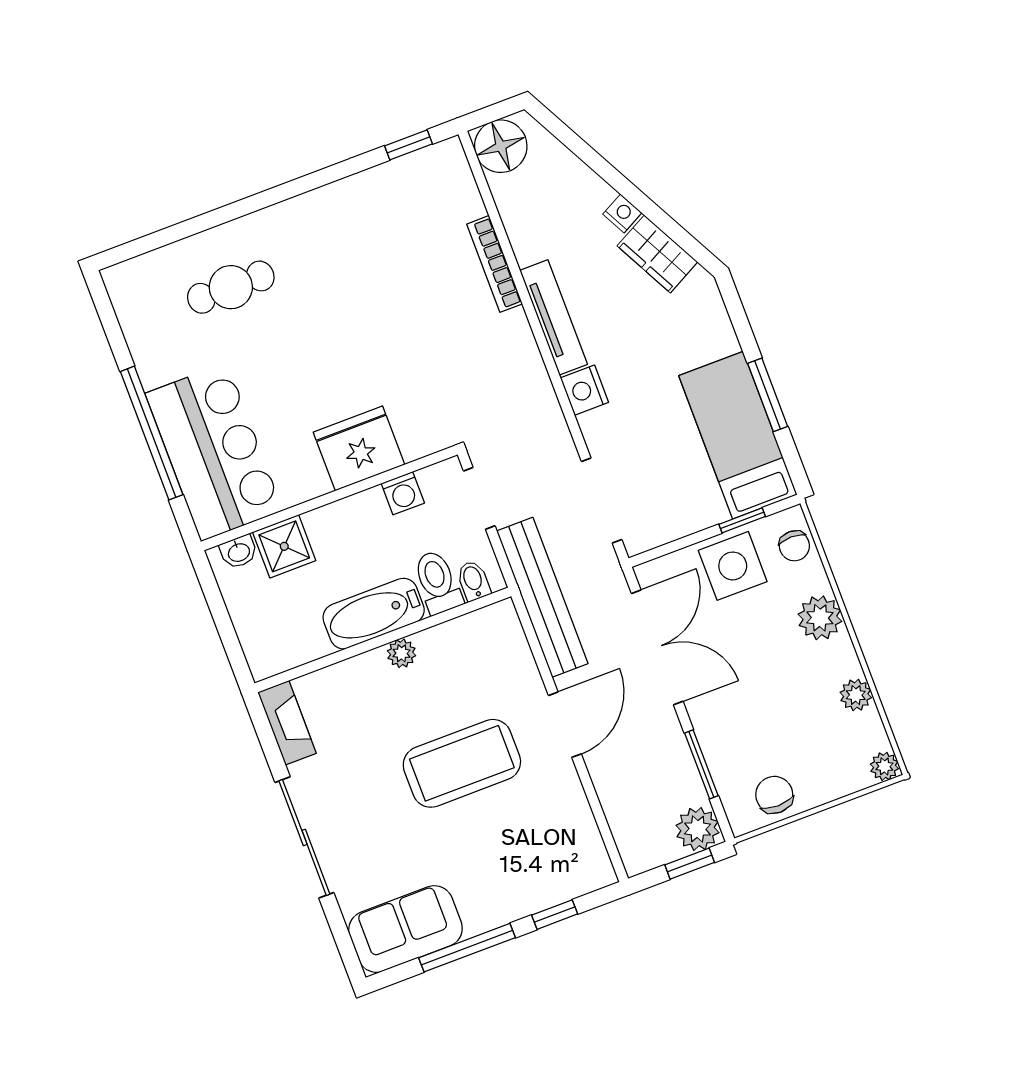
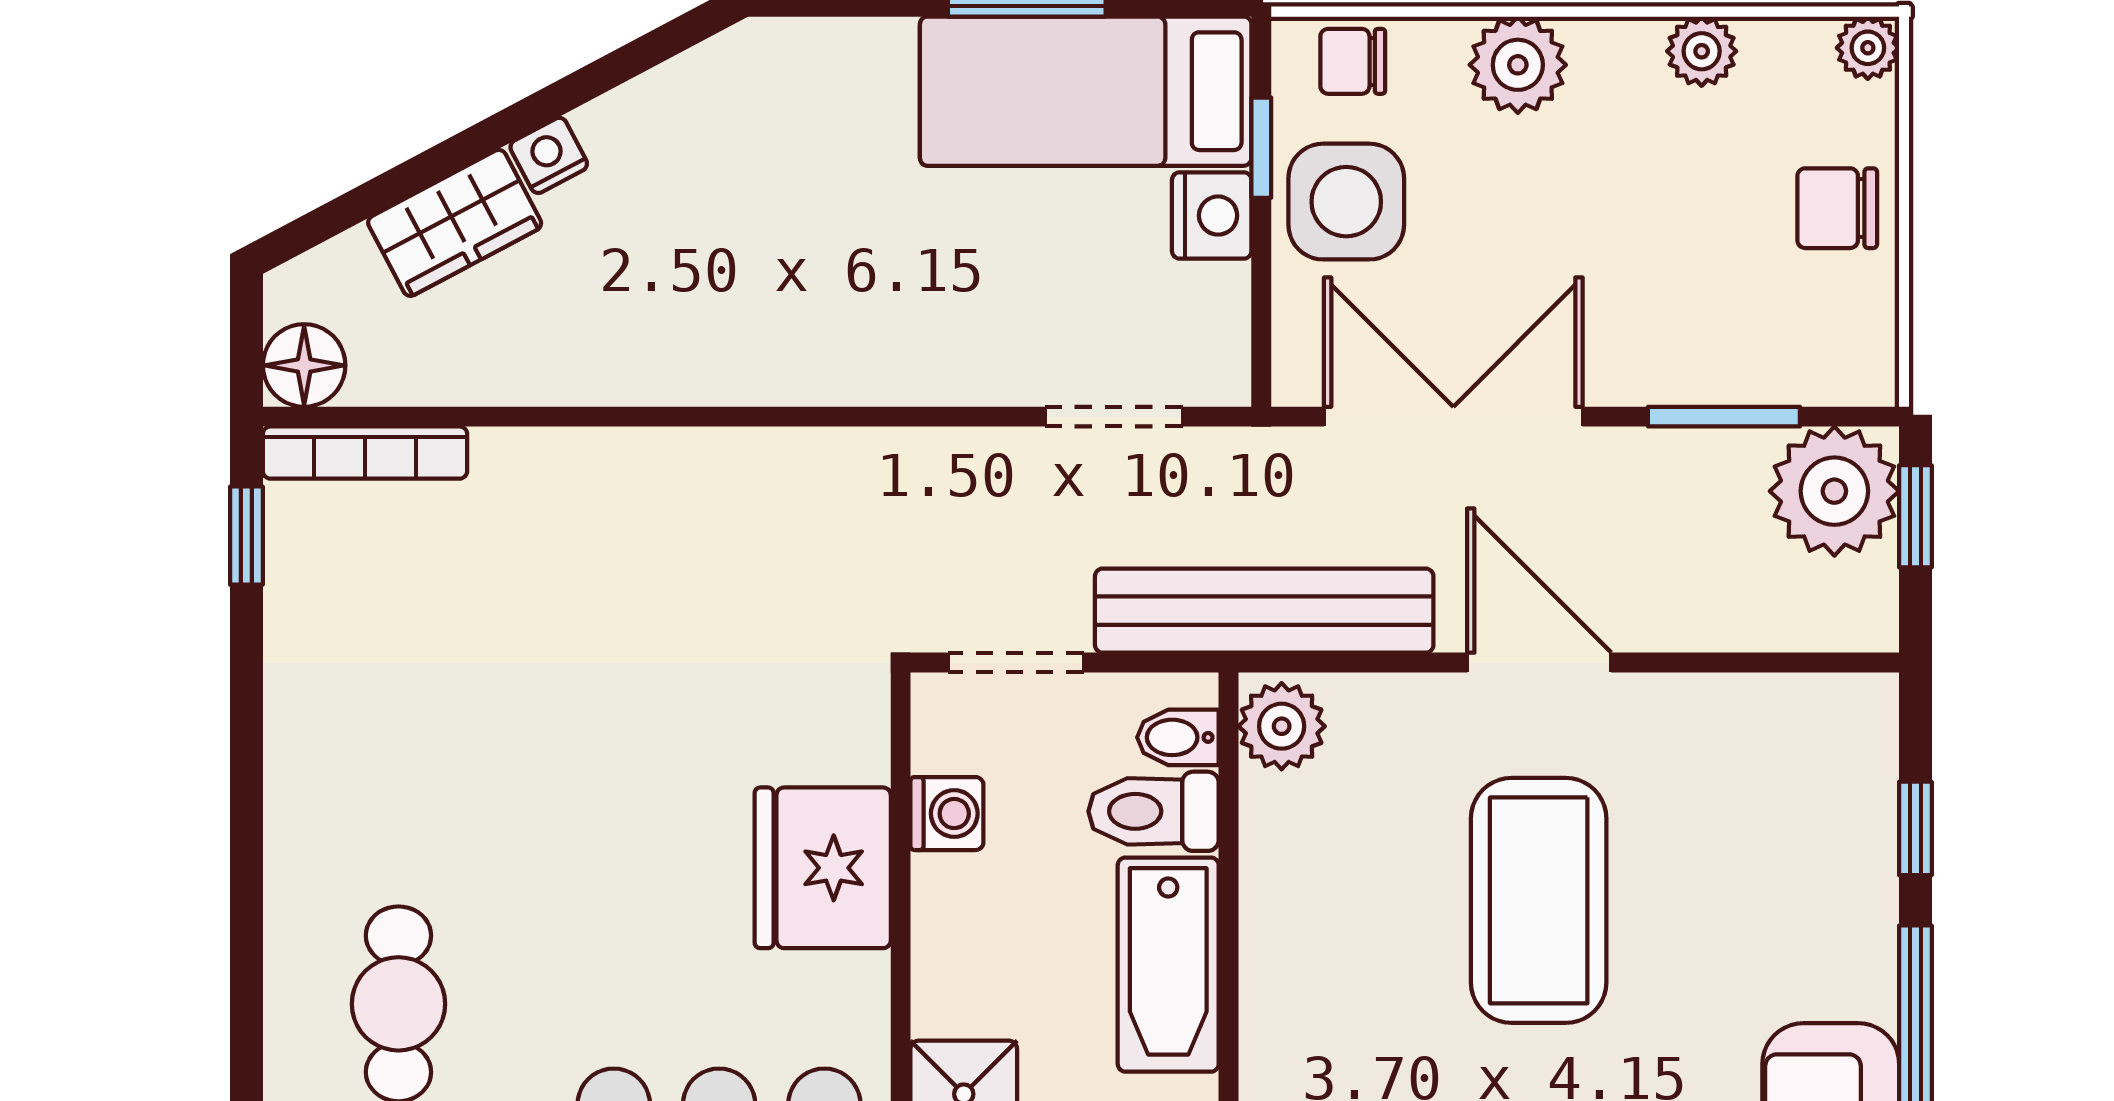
floor lamp: (501, 146) -> (304, 365), width x0.73, depth x0.73
wardrobe: (657, 254) -> (455, 223), moved
bookcase: (495, 264) -> (365, 453), moved
tv unit: (554, 317) -> (706, 374), removed
nightstand: (584, 390) -> (1212, 216), moved, turned -90
doorway: (602, 501) -> (1114, 417), width x0.73
chair: (794, 546) -> (1353, 61), turned 180
plant: (402, 653) -> (1282, 726), moved, width x1.38, depth x1.38
chair: (774, 795) -> (1837, 208), moved
plant: (698, 829) -> (1834, 491), width x1.36, depth x1.36

